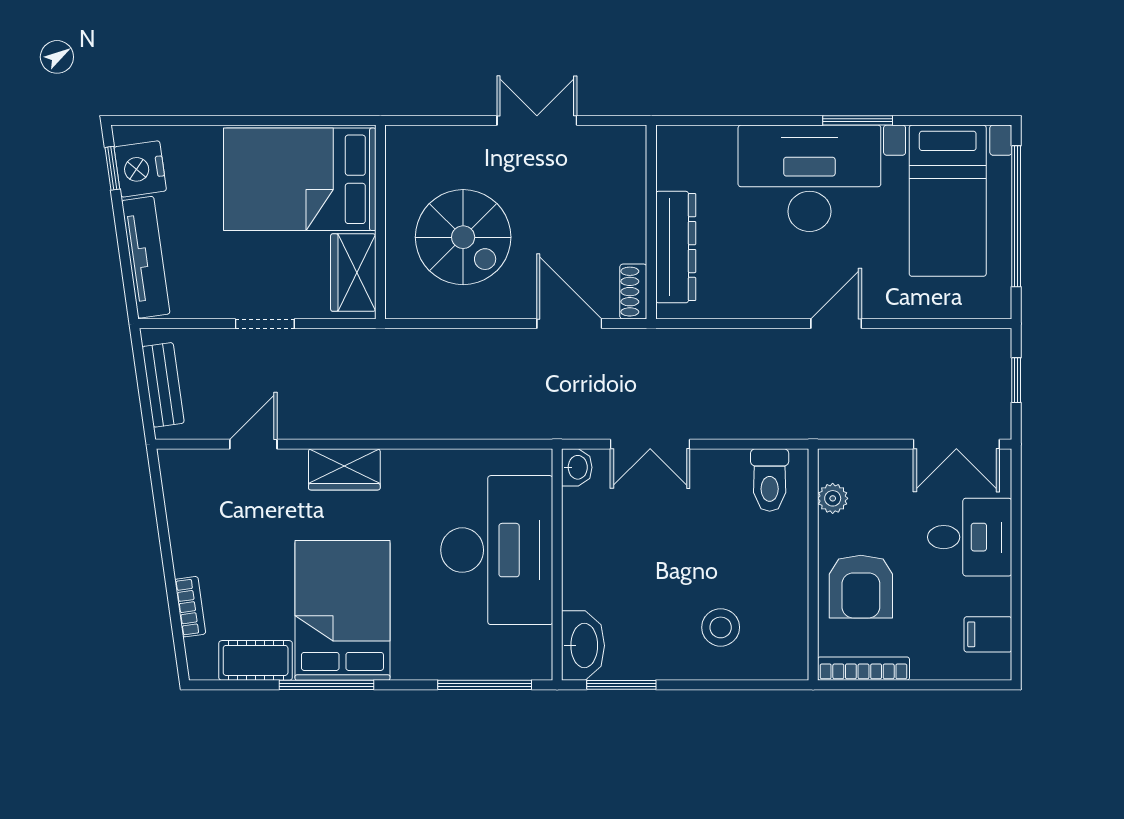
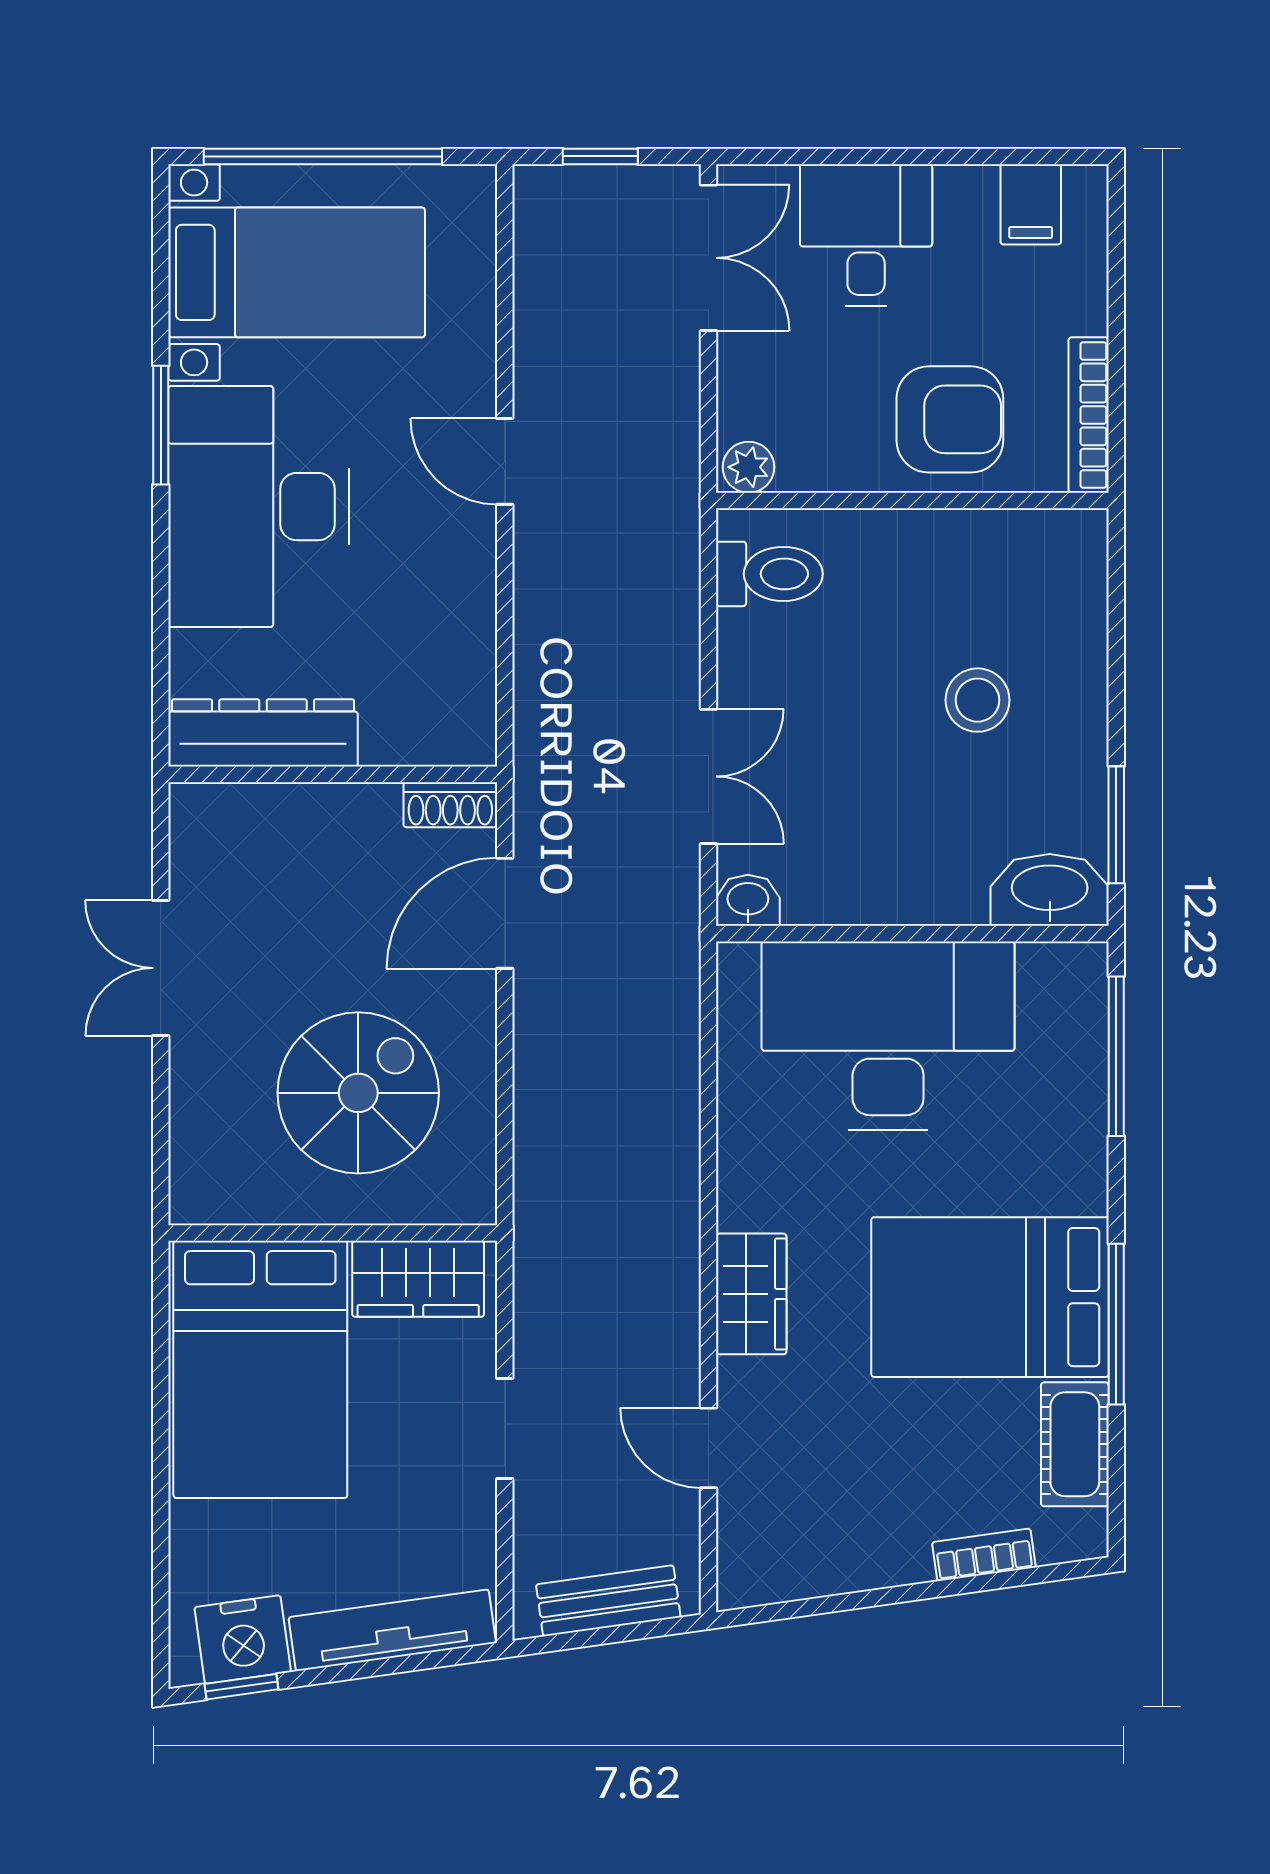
dresser: (676, 247) -> (263, 733), moved
plant: (833, 498) -> (749, 467), moved
stool: (721, 627) -> (978, 700), moved

